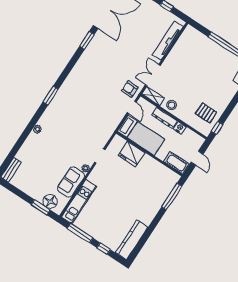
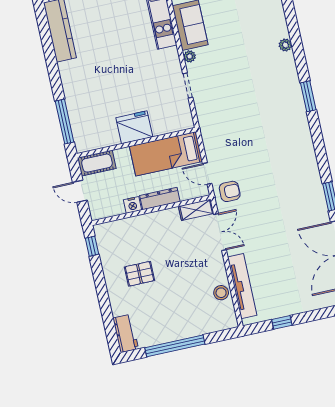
stool: (172, 105) -> (221, 293), moved
pallet: (206, 113) -> (139, 274), moved
fridge: (131, 154) -> (134, 127), moved

